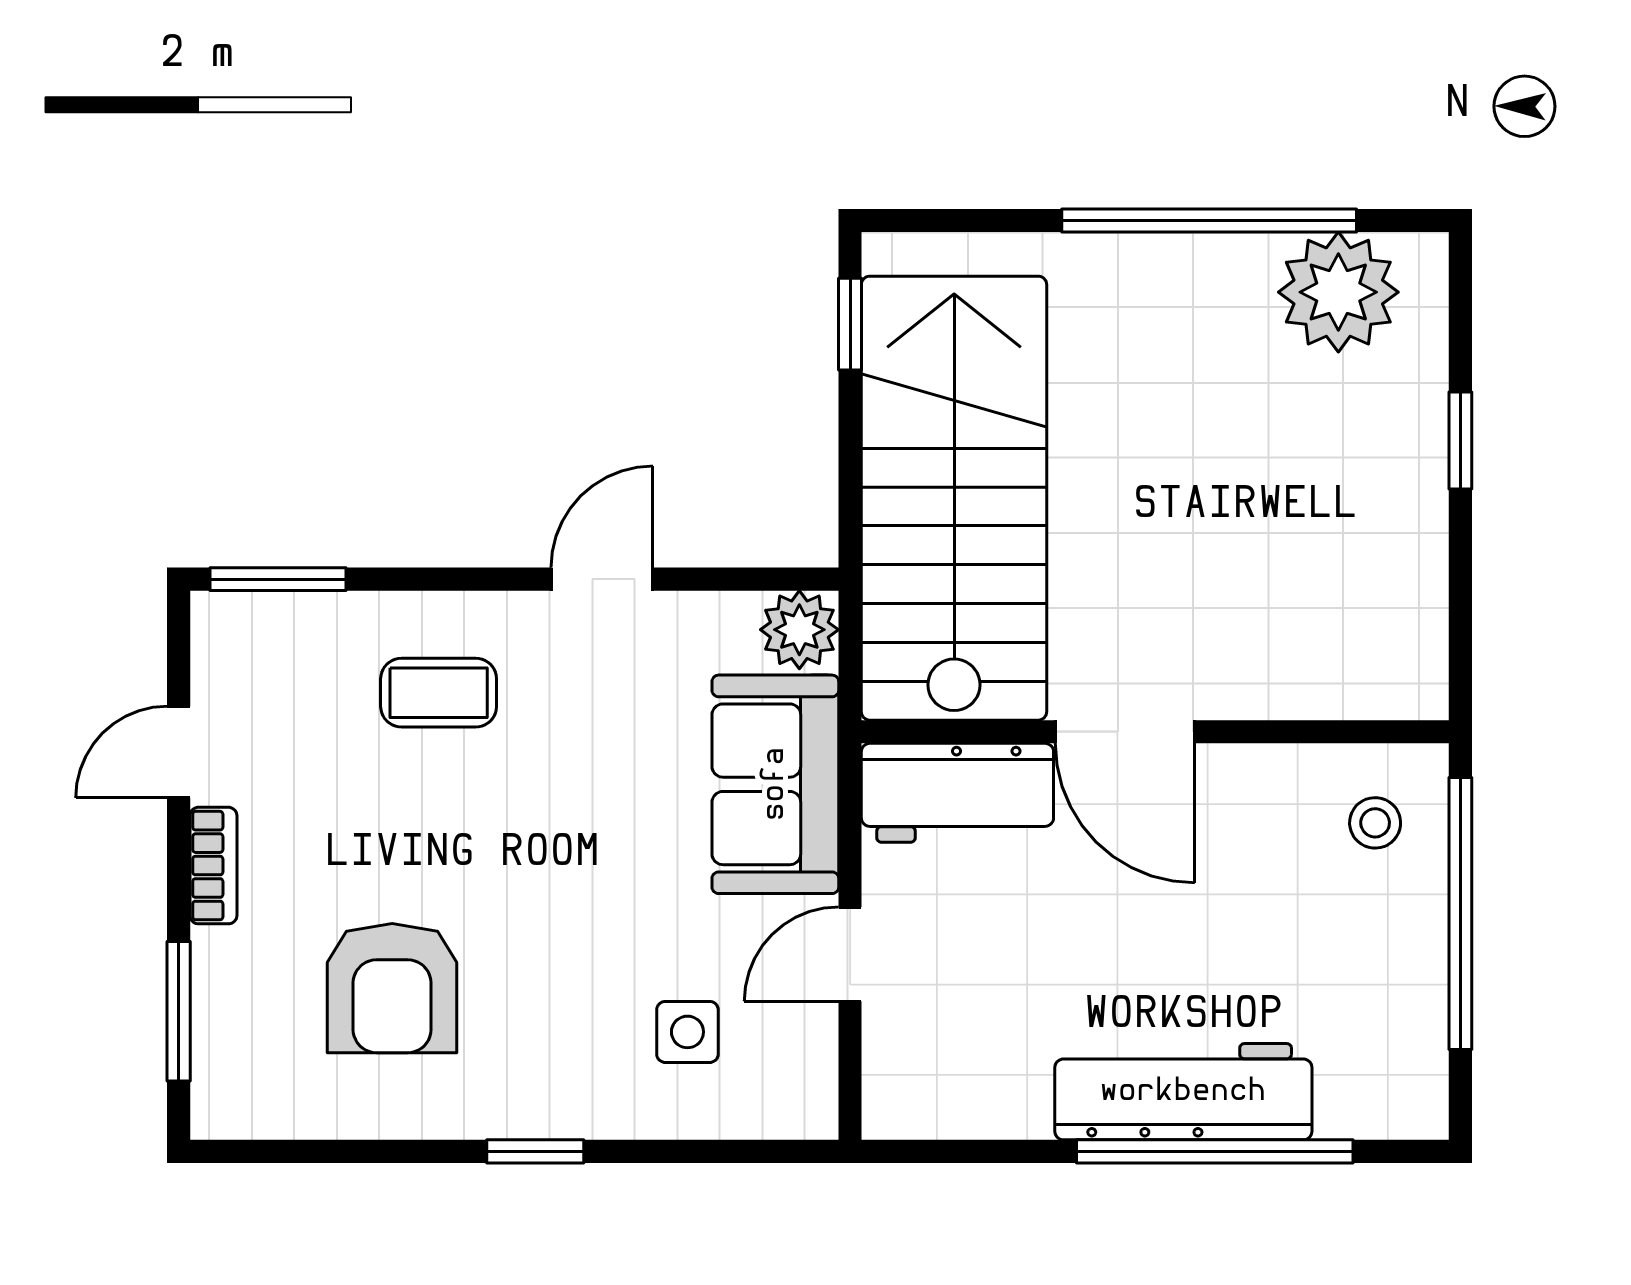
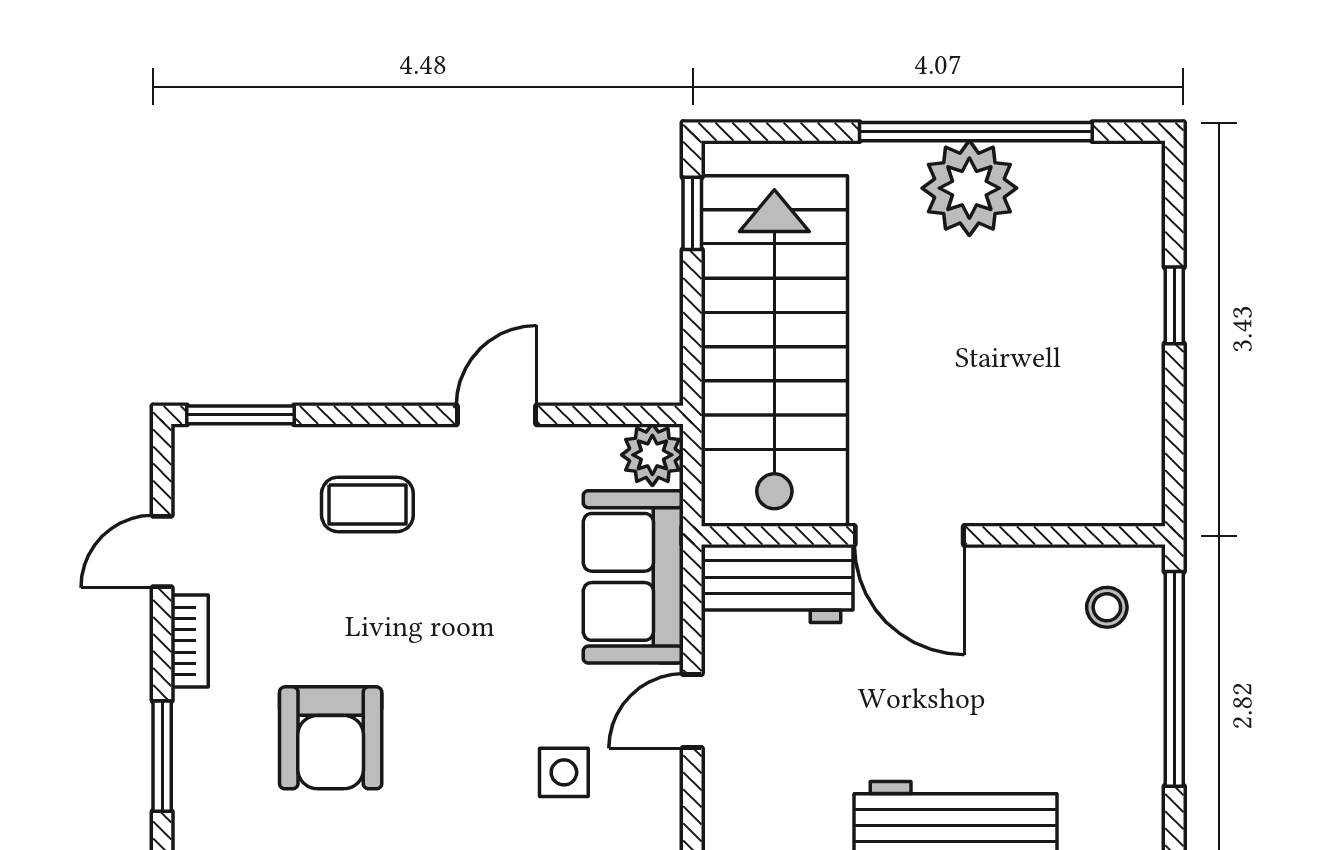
plant: (1338, 292) -> (969, 188), moved

